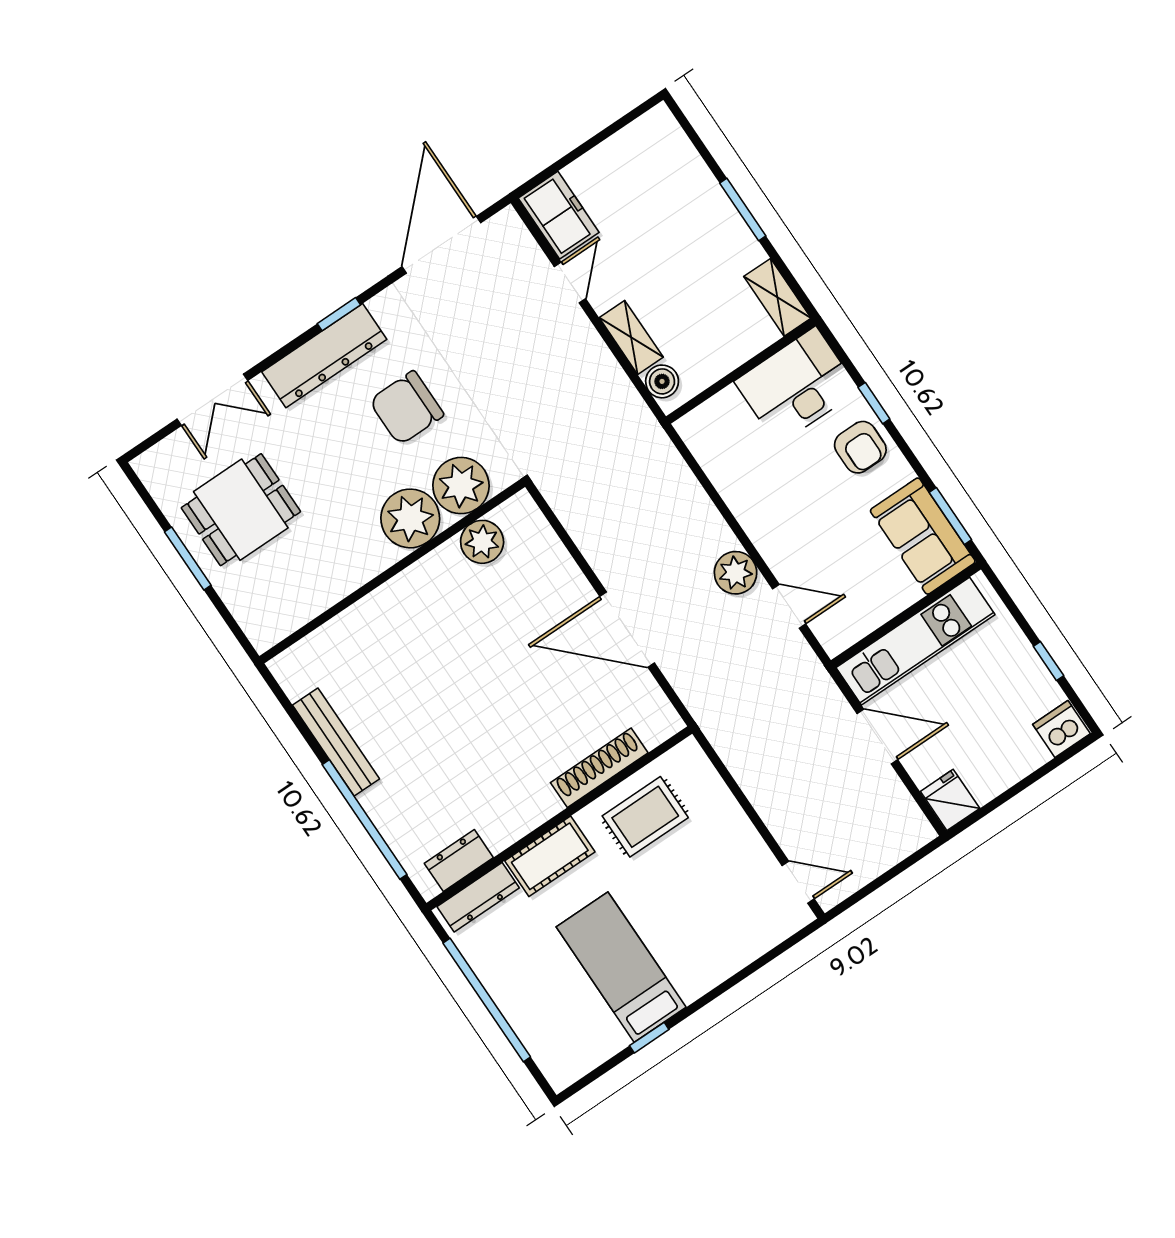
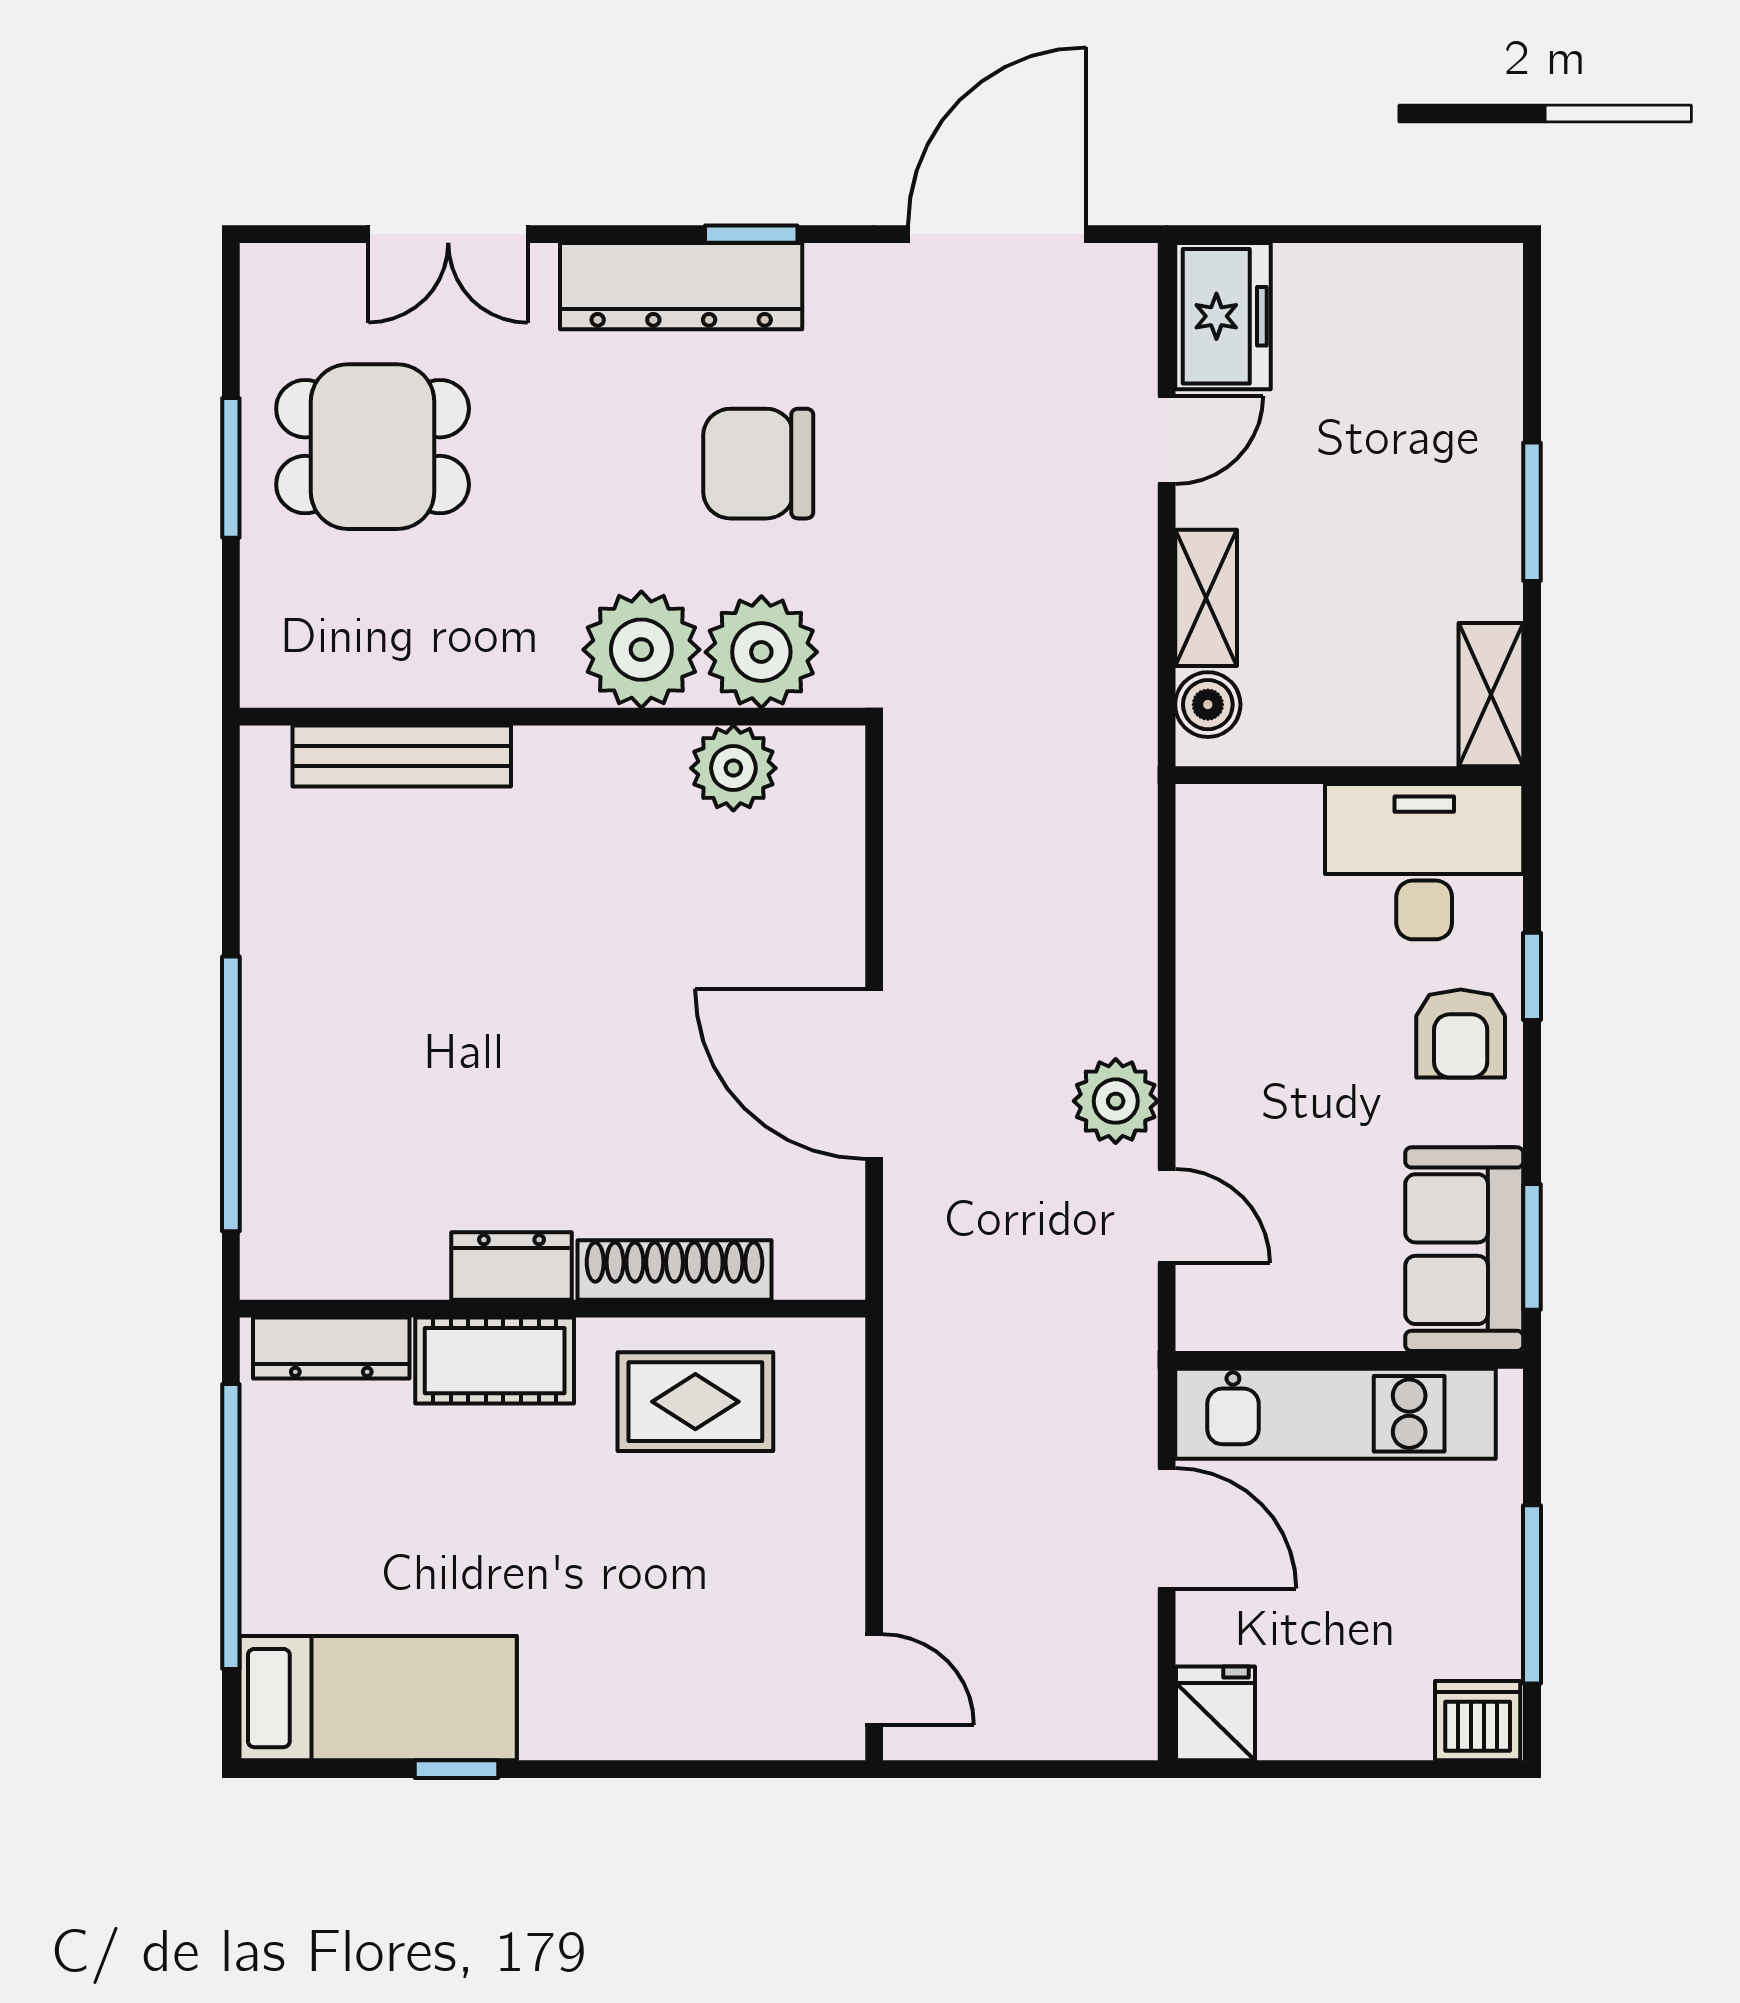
window: (1048, 661) -> (1532, 1594), width x2.17
bench: (336, 742) -> (402, 756), moved, turned 90
dresser: (459, 861) -> (512, 1266), moved
bed: (621, 967) -> (378, 1698), moved, turned 90

